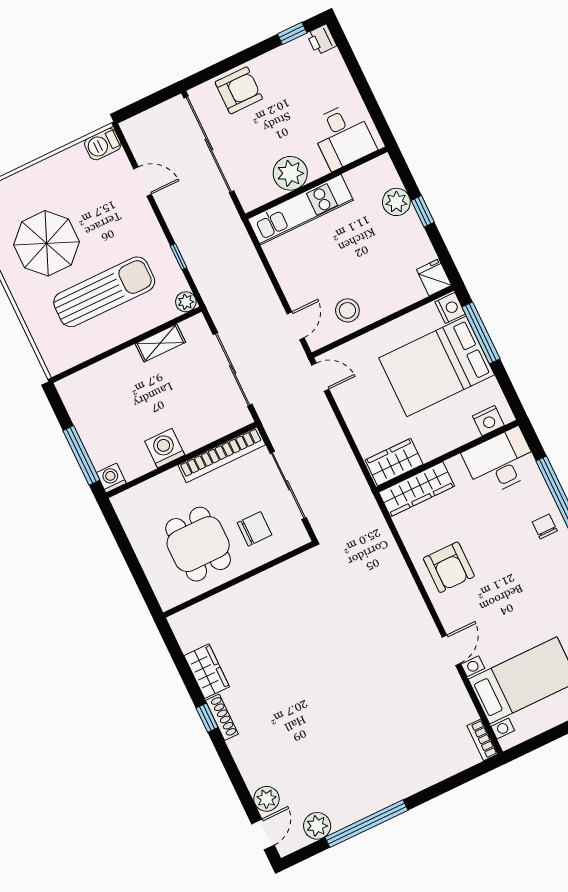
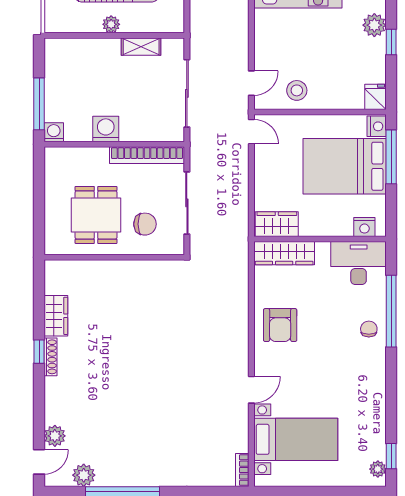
plant: (186, 302) -> (111, 24), moved

